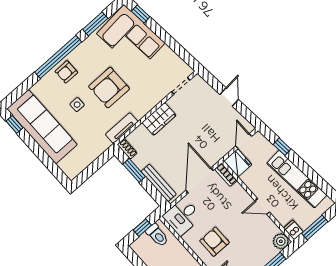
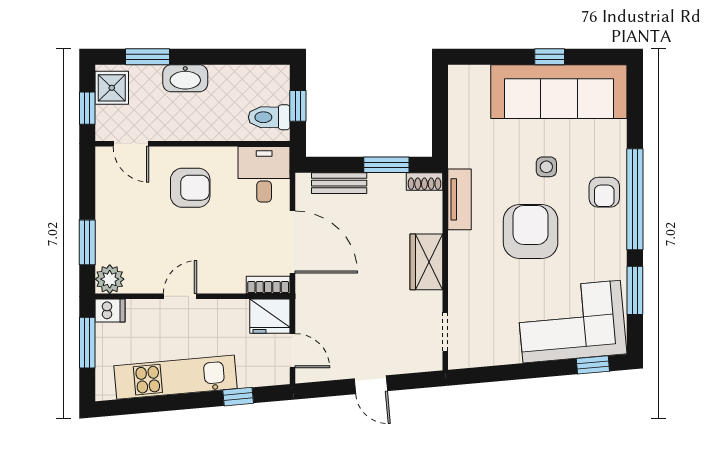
armchair: (66, 72) -> (604, 192), turned 180
window: (15, 124) -> (550, 57), moved
bench: (159, 183) -> (339, 183), width x0.73

